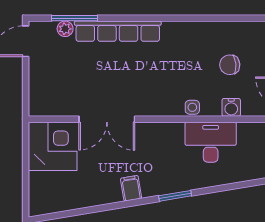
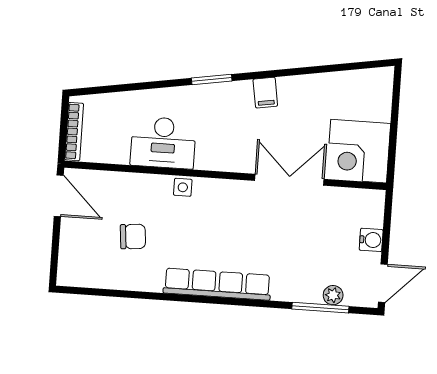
row of seats: (118, 31) -> (217, 284), moved
water cooler: (231, 107) -> (371, 240), moved, turned 90

